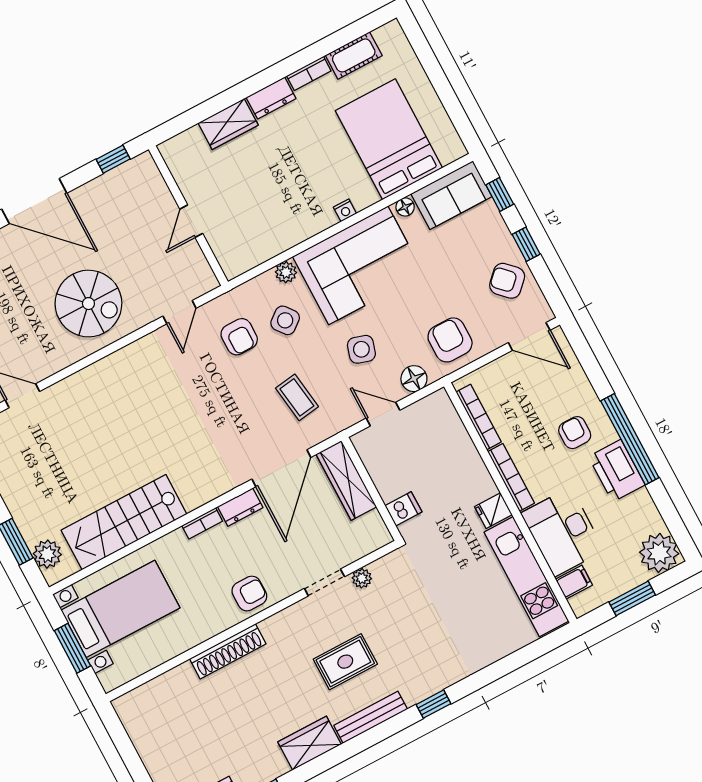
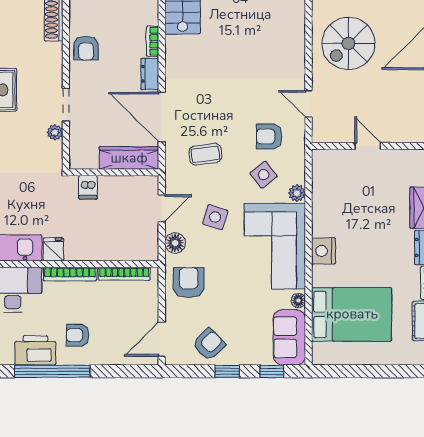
nightstand: (345, 210) -> (323, 251), width x1.89, depth x1.79
armchair: (450, 340) -> (189, 283), turned -90
armchair: (575, 433) -> (78, 335), turned 180

